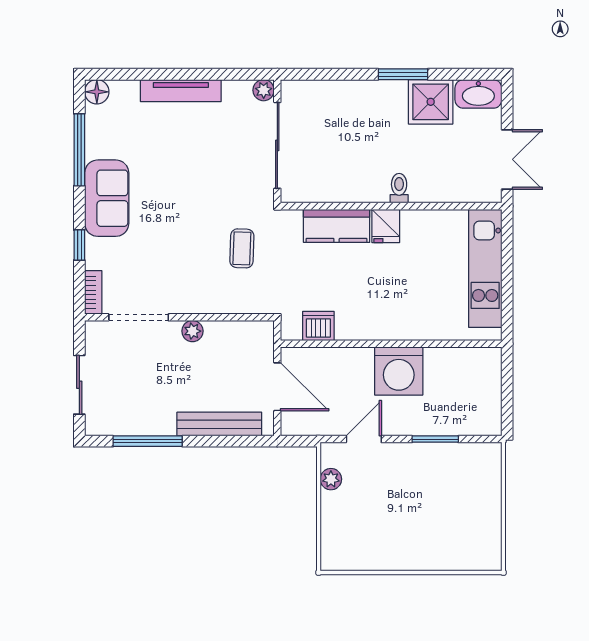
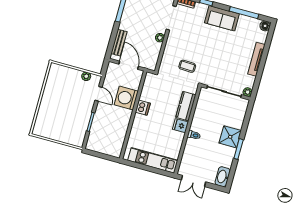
shower: (431, 102) -> (230, 137), moved
dishwasher: (318, 326) -> (143, 108), moved
washing machine: (399, 371) -> (126, 98), moved
door: (277, 387) -> (129, 65), swing flipped
bench: (219, 424) -> (119, 43), width x0.73

